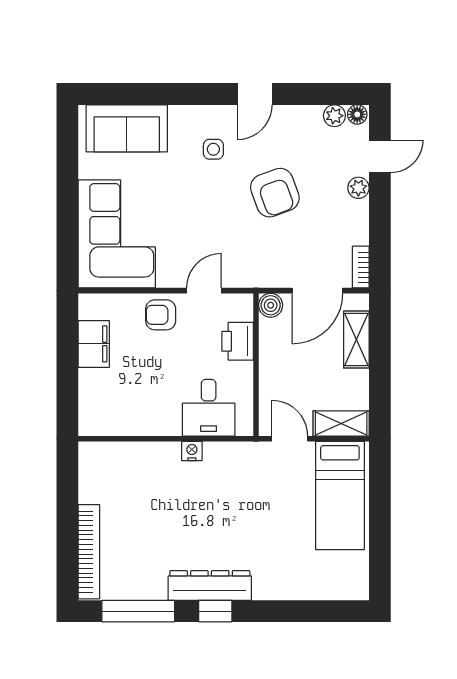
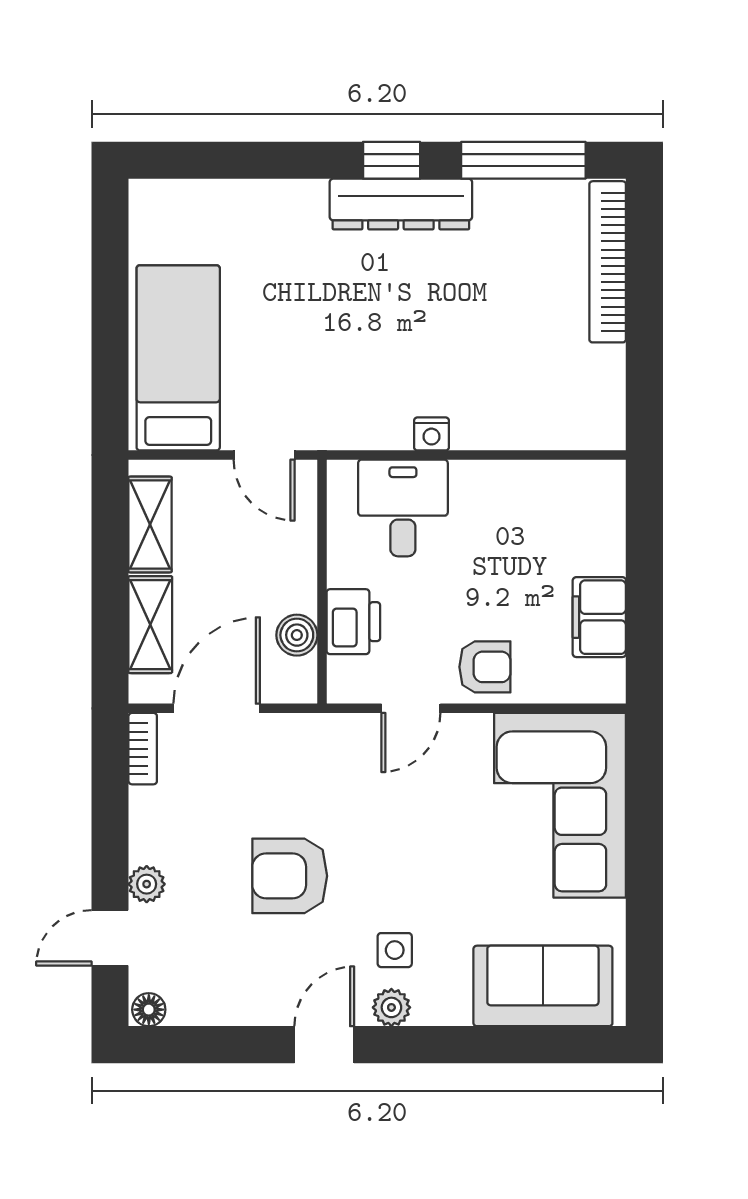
plant: (334, 116) -> (391, 1007), moved
armchair: (275, 193) -> (290, 876), turned -70
boiler: (271, 305) -> (297, 635), moved
shelving: (341, 423) -> (150, 525), moved, turned 90

